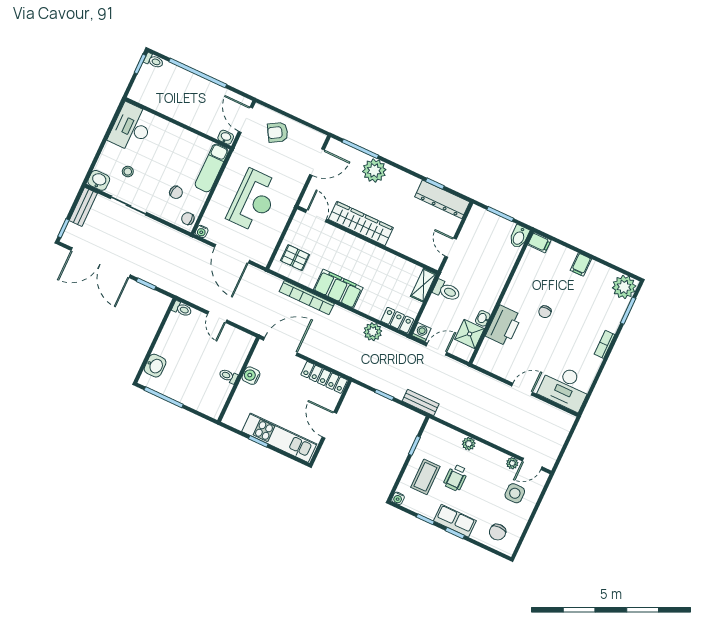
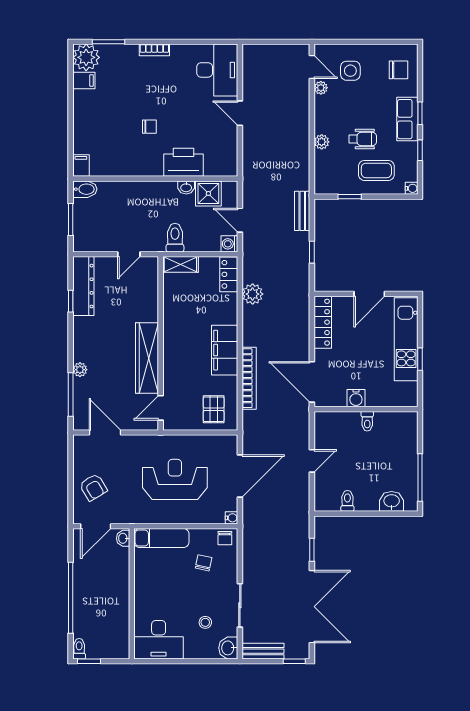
plant: (374, 171) -> (80, 370), width x0.53, depth x0.53
filing cabinet: (581, 265) -> (84, 80), moved
toilet: (182, 309) -> (347, 501), moved

